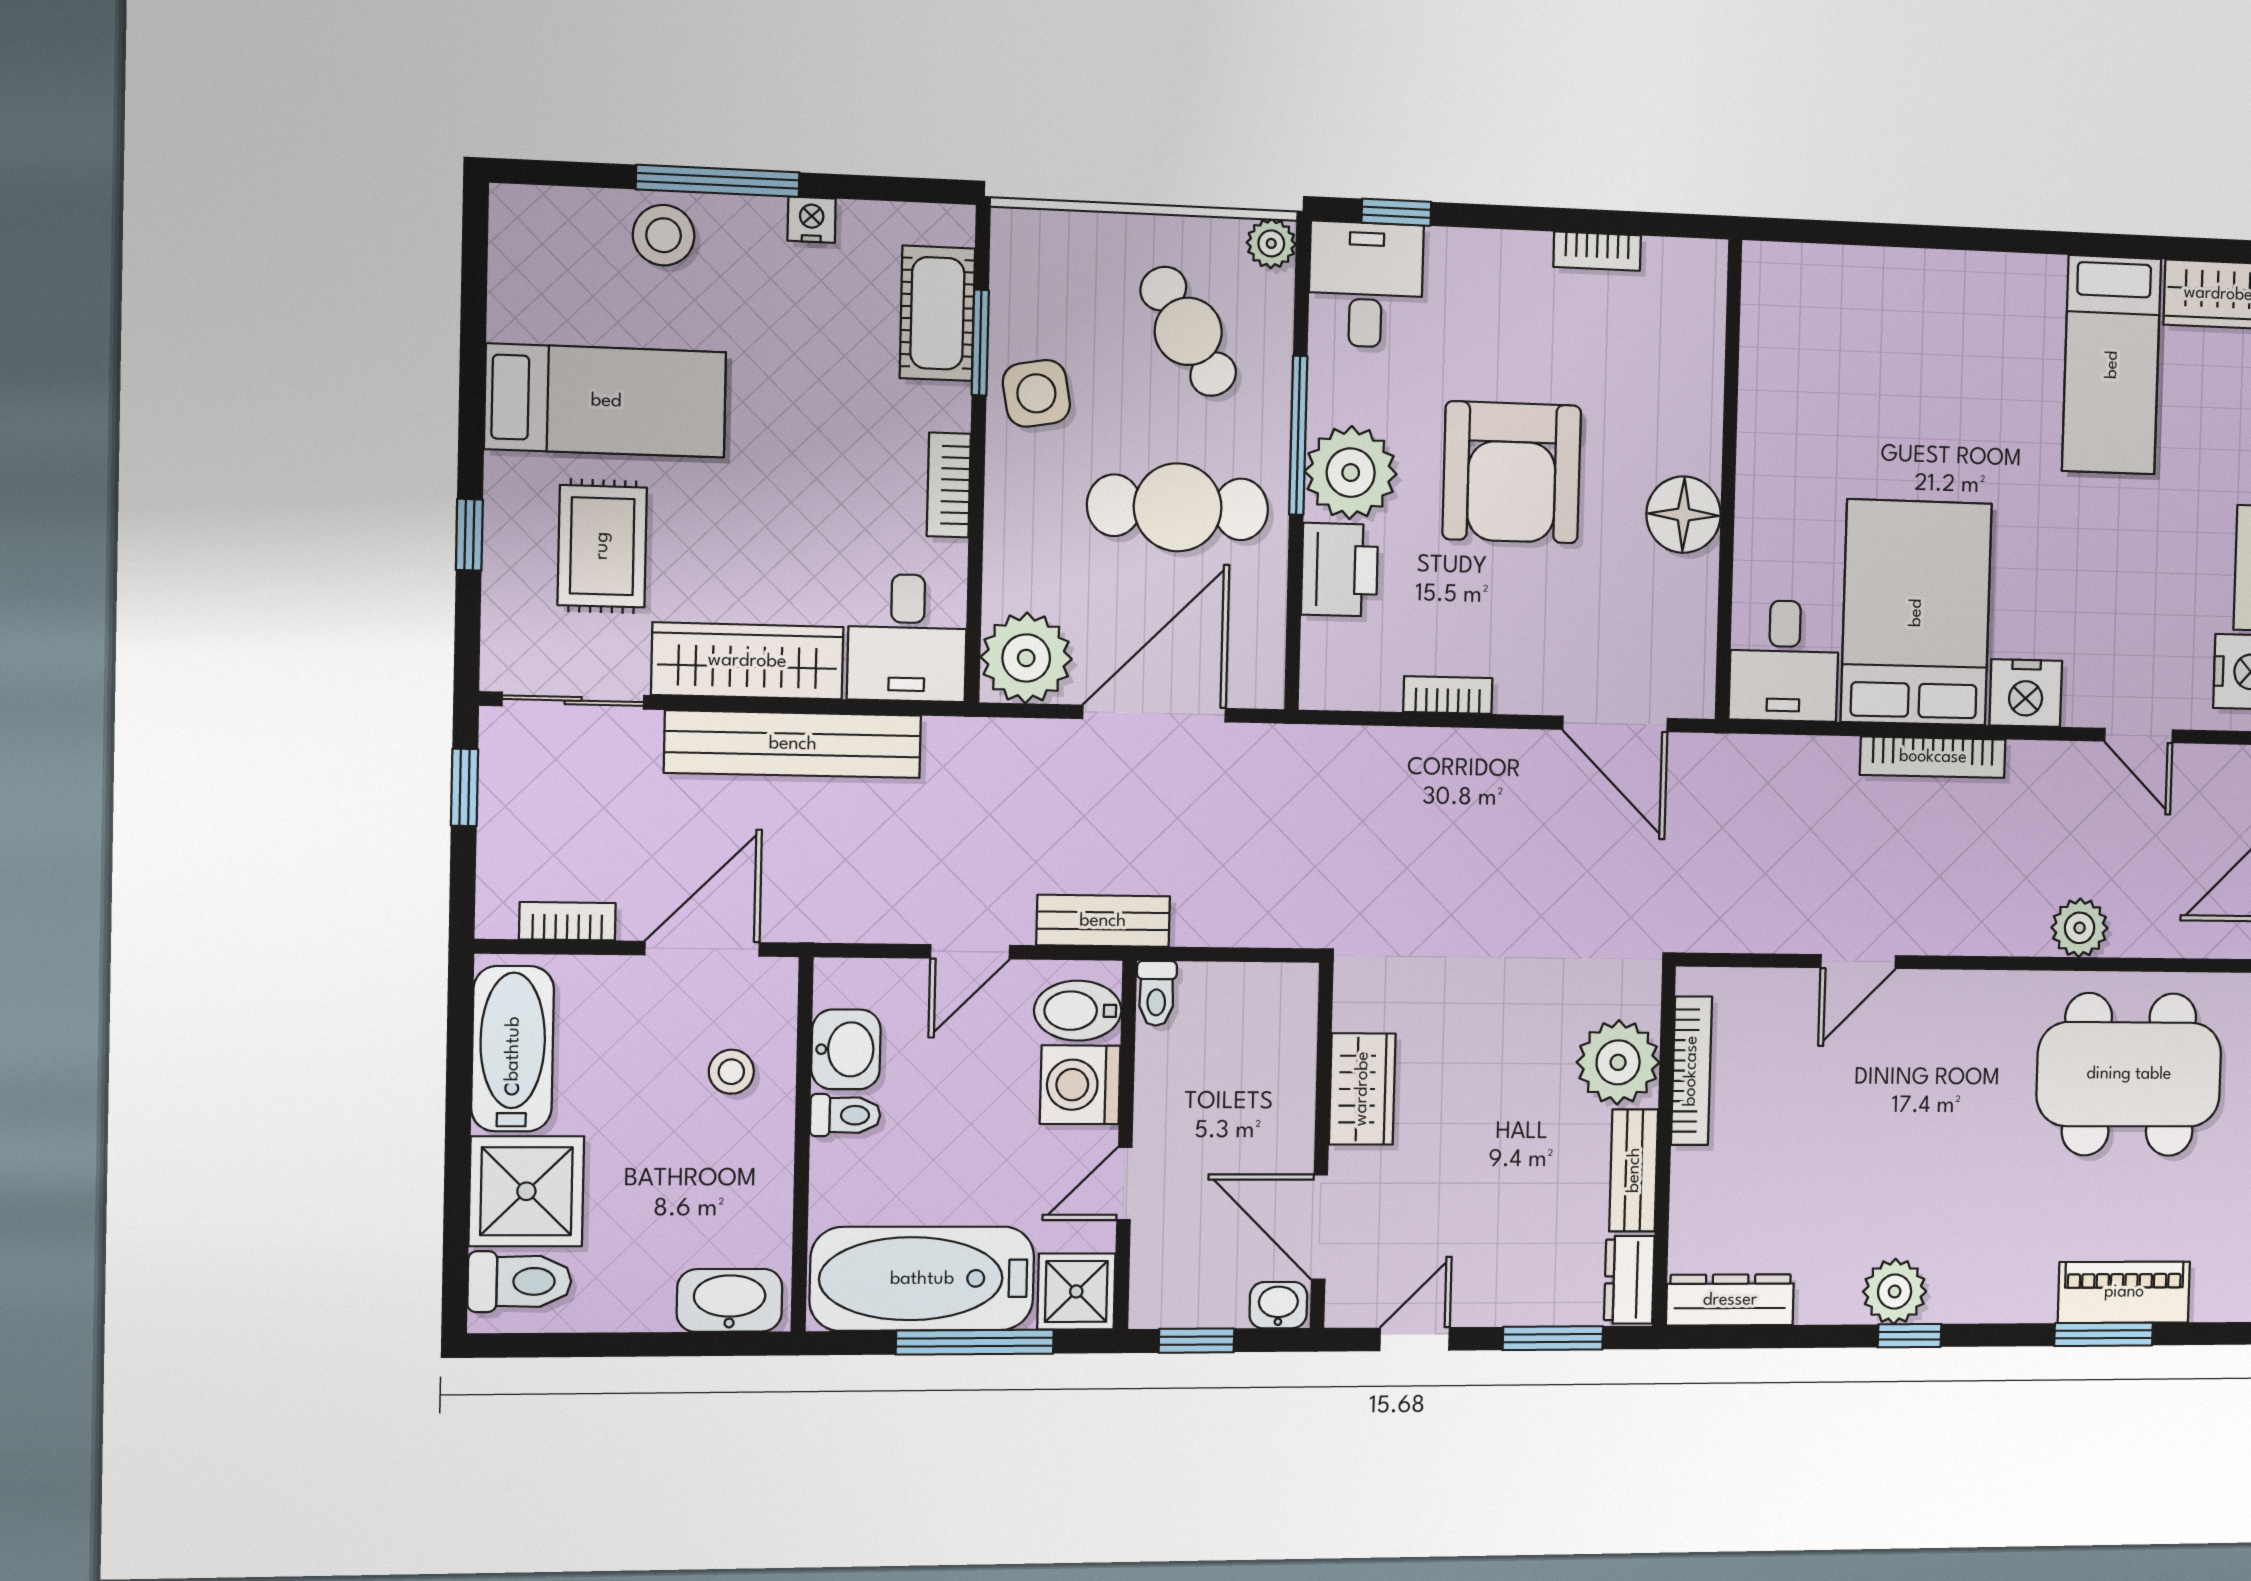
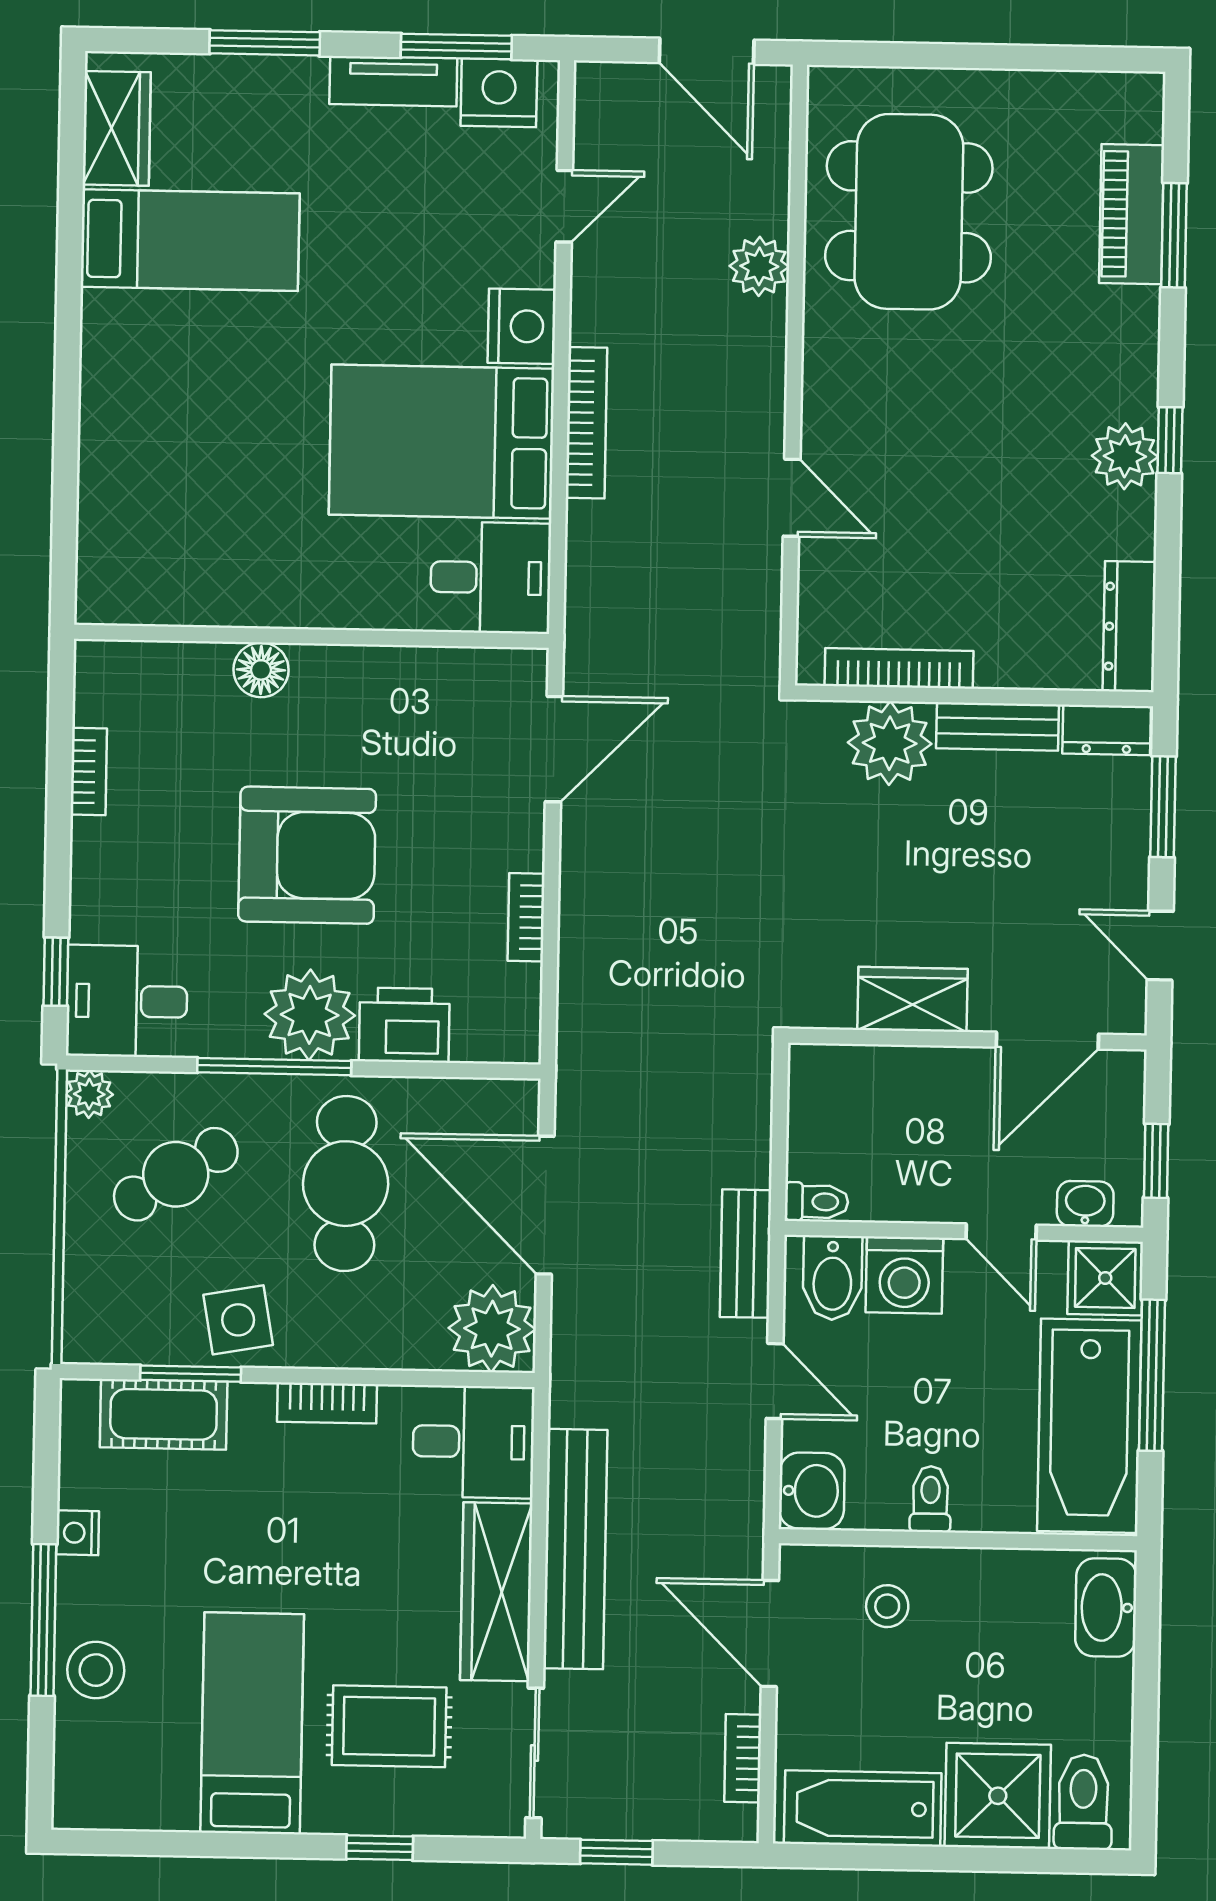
floor lamp: (1683, 515) -> (261, 670), moved, width x0.73, depth x0.73
washbasin: (846, 1049) -> (812, 1491), moved, turned 90
washbasin: (1278, 1305) -> (1085, 1204), moved, turned 90

